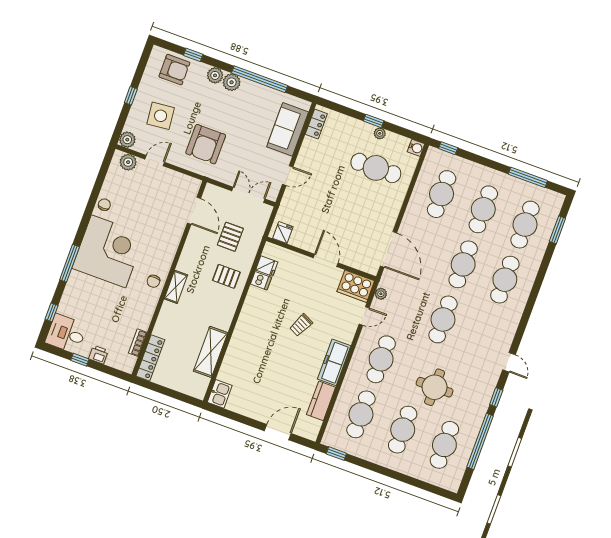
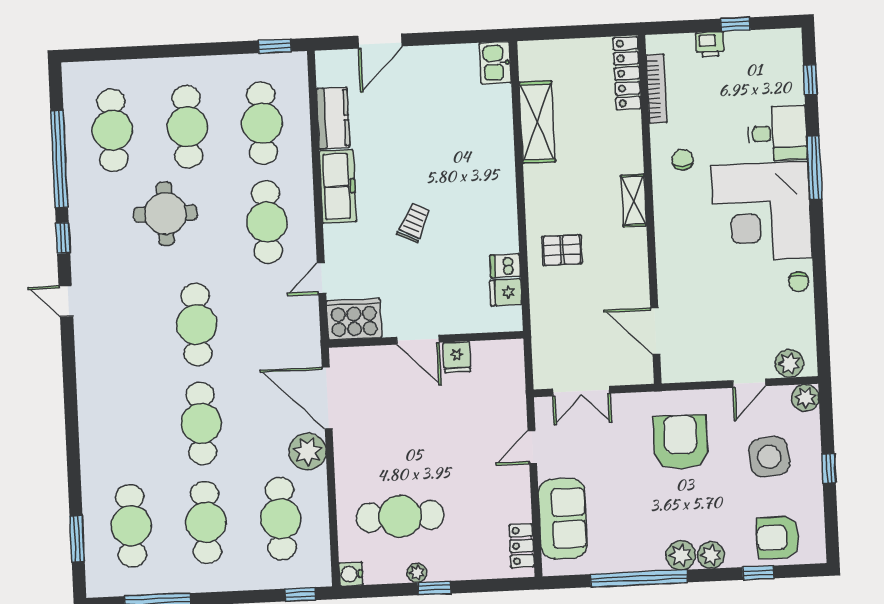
fridge: (283, 233) -> (457, 357), moved
pallet: (230, 237) -> (582, 314), removed
cafe table: (505, 280) -> (126, 427), removed
chair: (153, 281) -> (683, 160), moved
plant: (381, 294) -> (308, 452), moved, width x1.87, depth x1.87
desk: (66, 334) -> (777, 133), moved
bookcase: (138, 343) -> (656, 89), width x1.56

